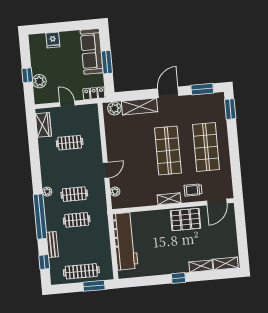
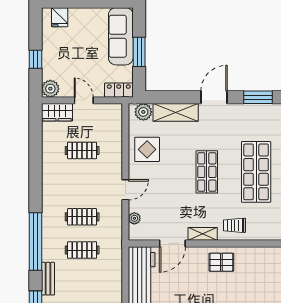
fridge: (53, 40) -> (60, 17), moved
plant: (39, 81) -> (50, 89), moved
wardrobe: (43, 125) -> (57, 112), moved, turned 90
display table: (120, 137) -> (147, 149), added
shop shelf: (168, 150) -> (207, 172), width x0.70, depth x0.74
plant: (47, 192) -> (48, 210), removed
door: (217, 202) -> (172, 243), moved
pallet: (186, 219) -> (221, 262), width x0.67, depth x0.71

